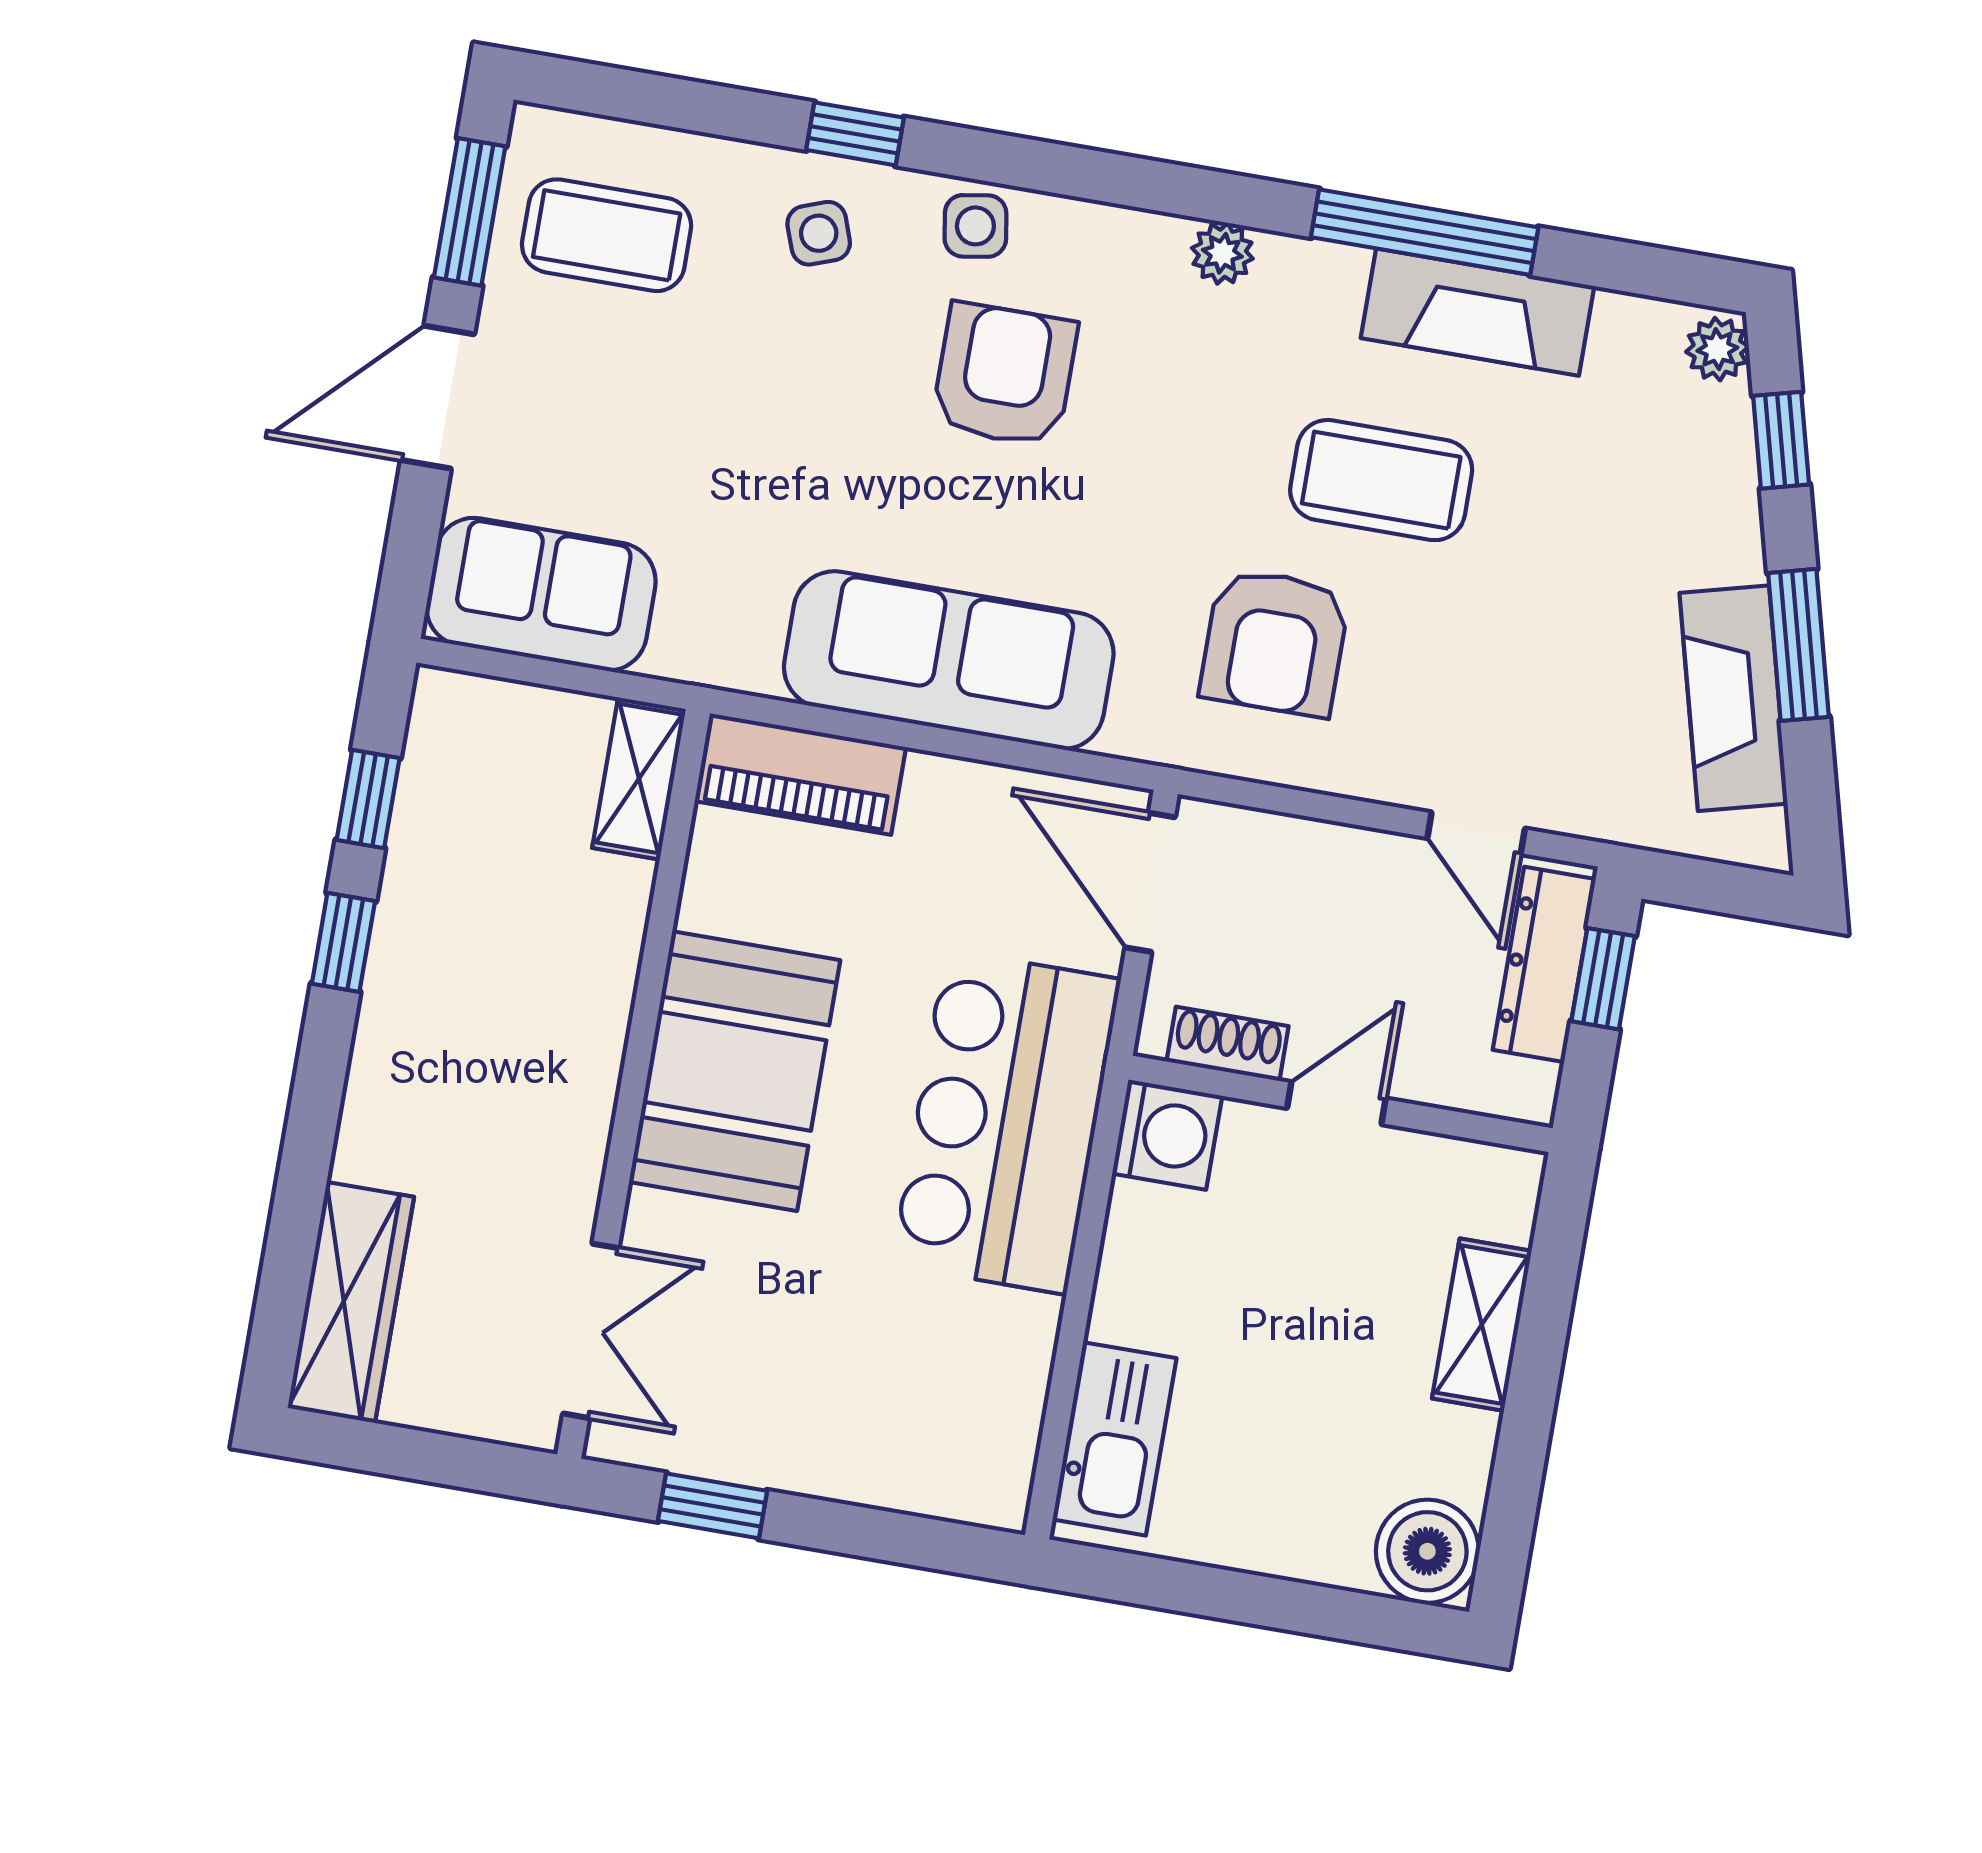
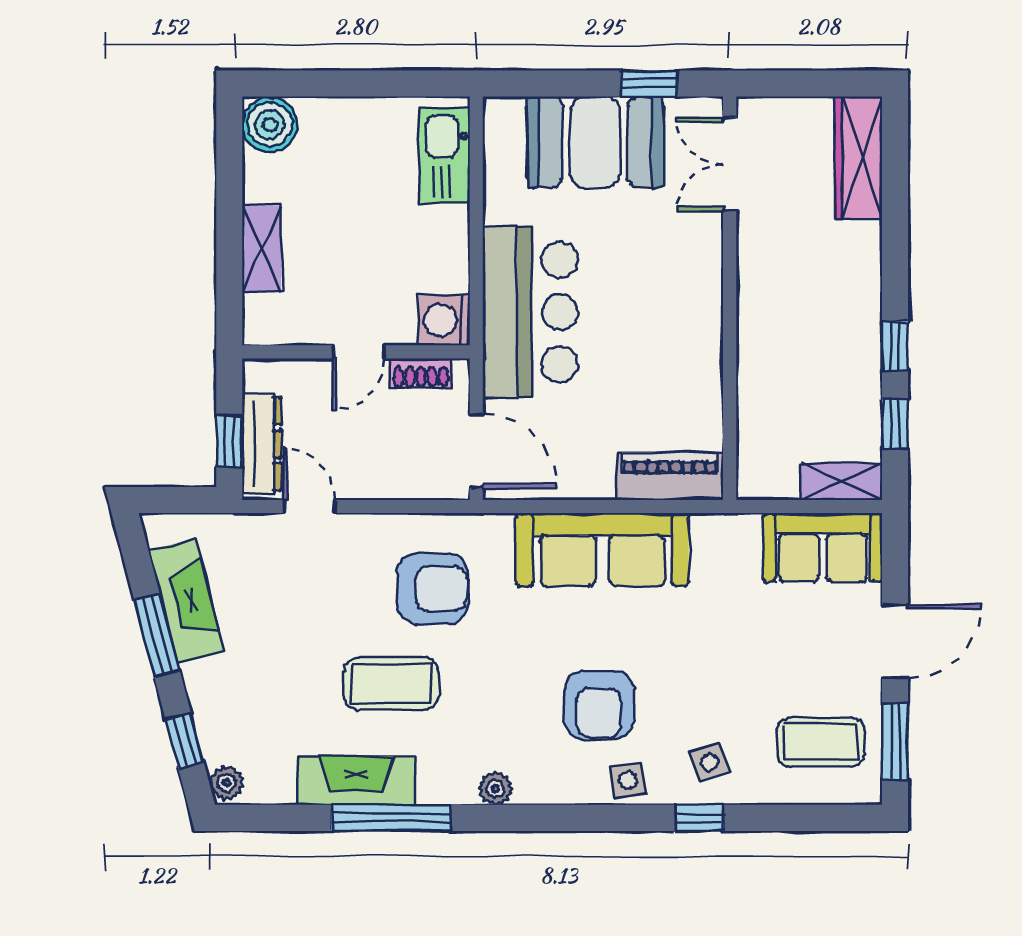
armchair: (1275, 642) -> (433, 589), turned 90
shelving: (639, 779) -> (841, 482), moved, turned 90
booth: (735, 1071) -> (595, 142), moved, turned 90

